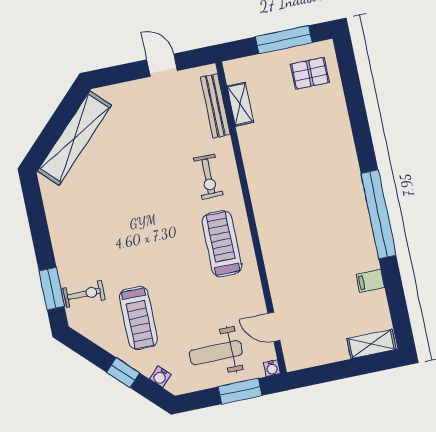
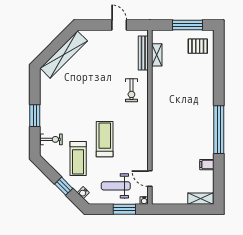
treadmill: (222, 244) -> (105, 139), moved
window: (52, 289) -> (35, 116), moved

